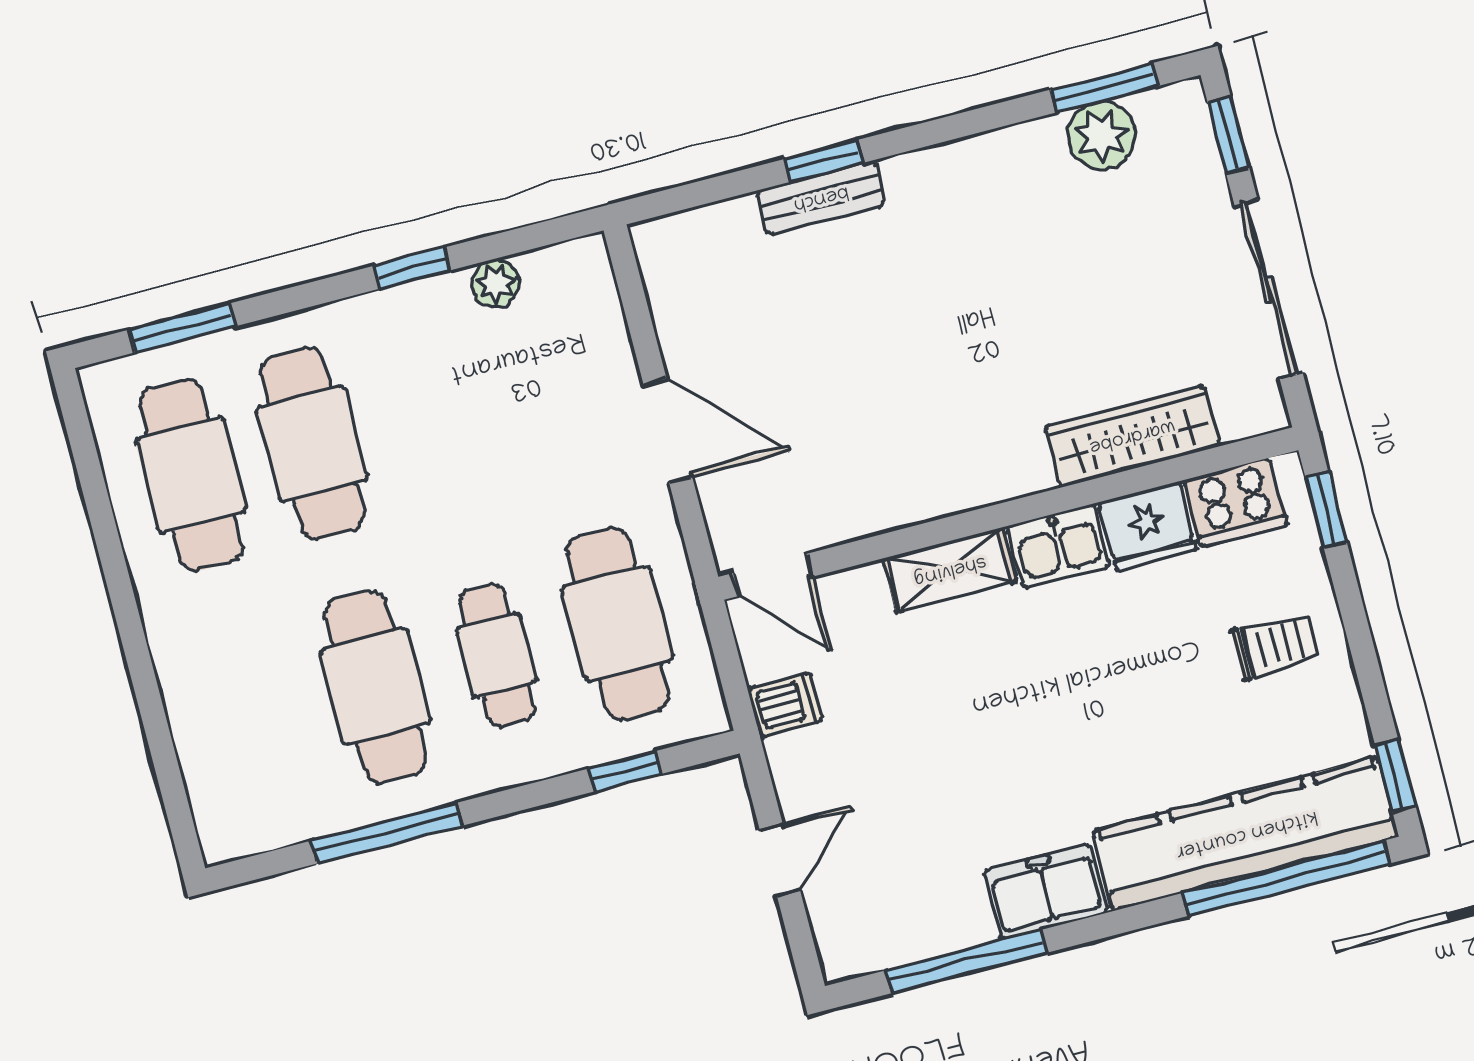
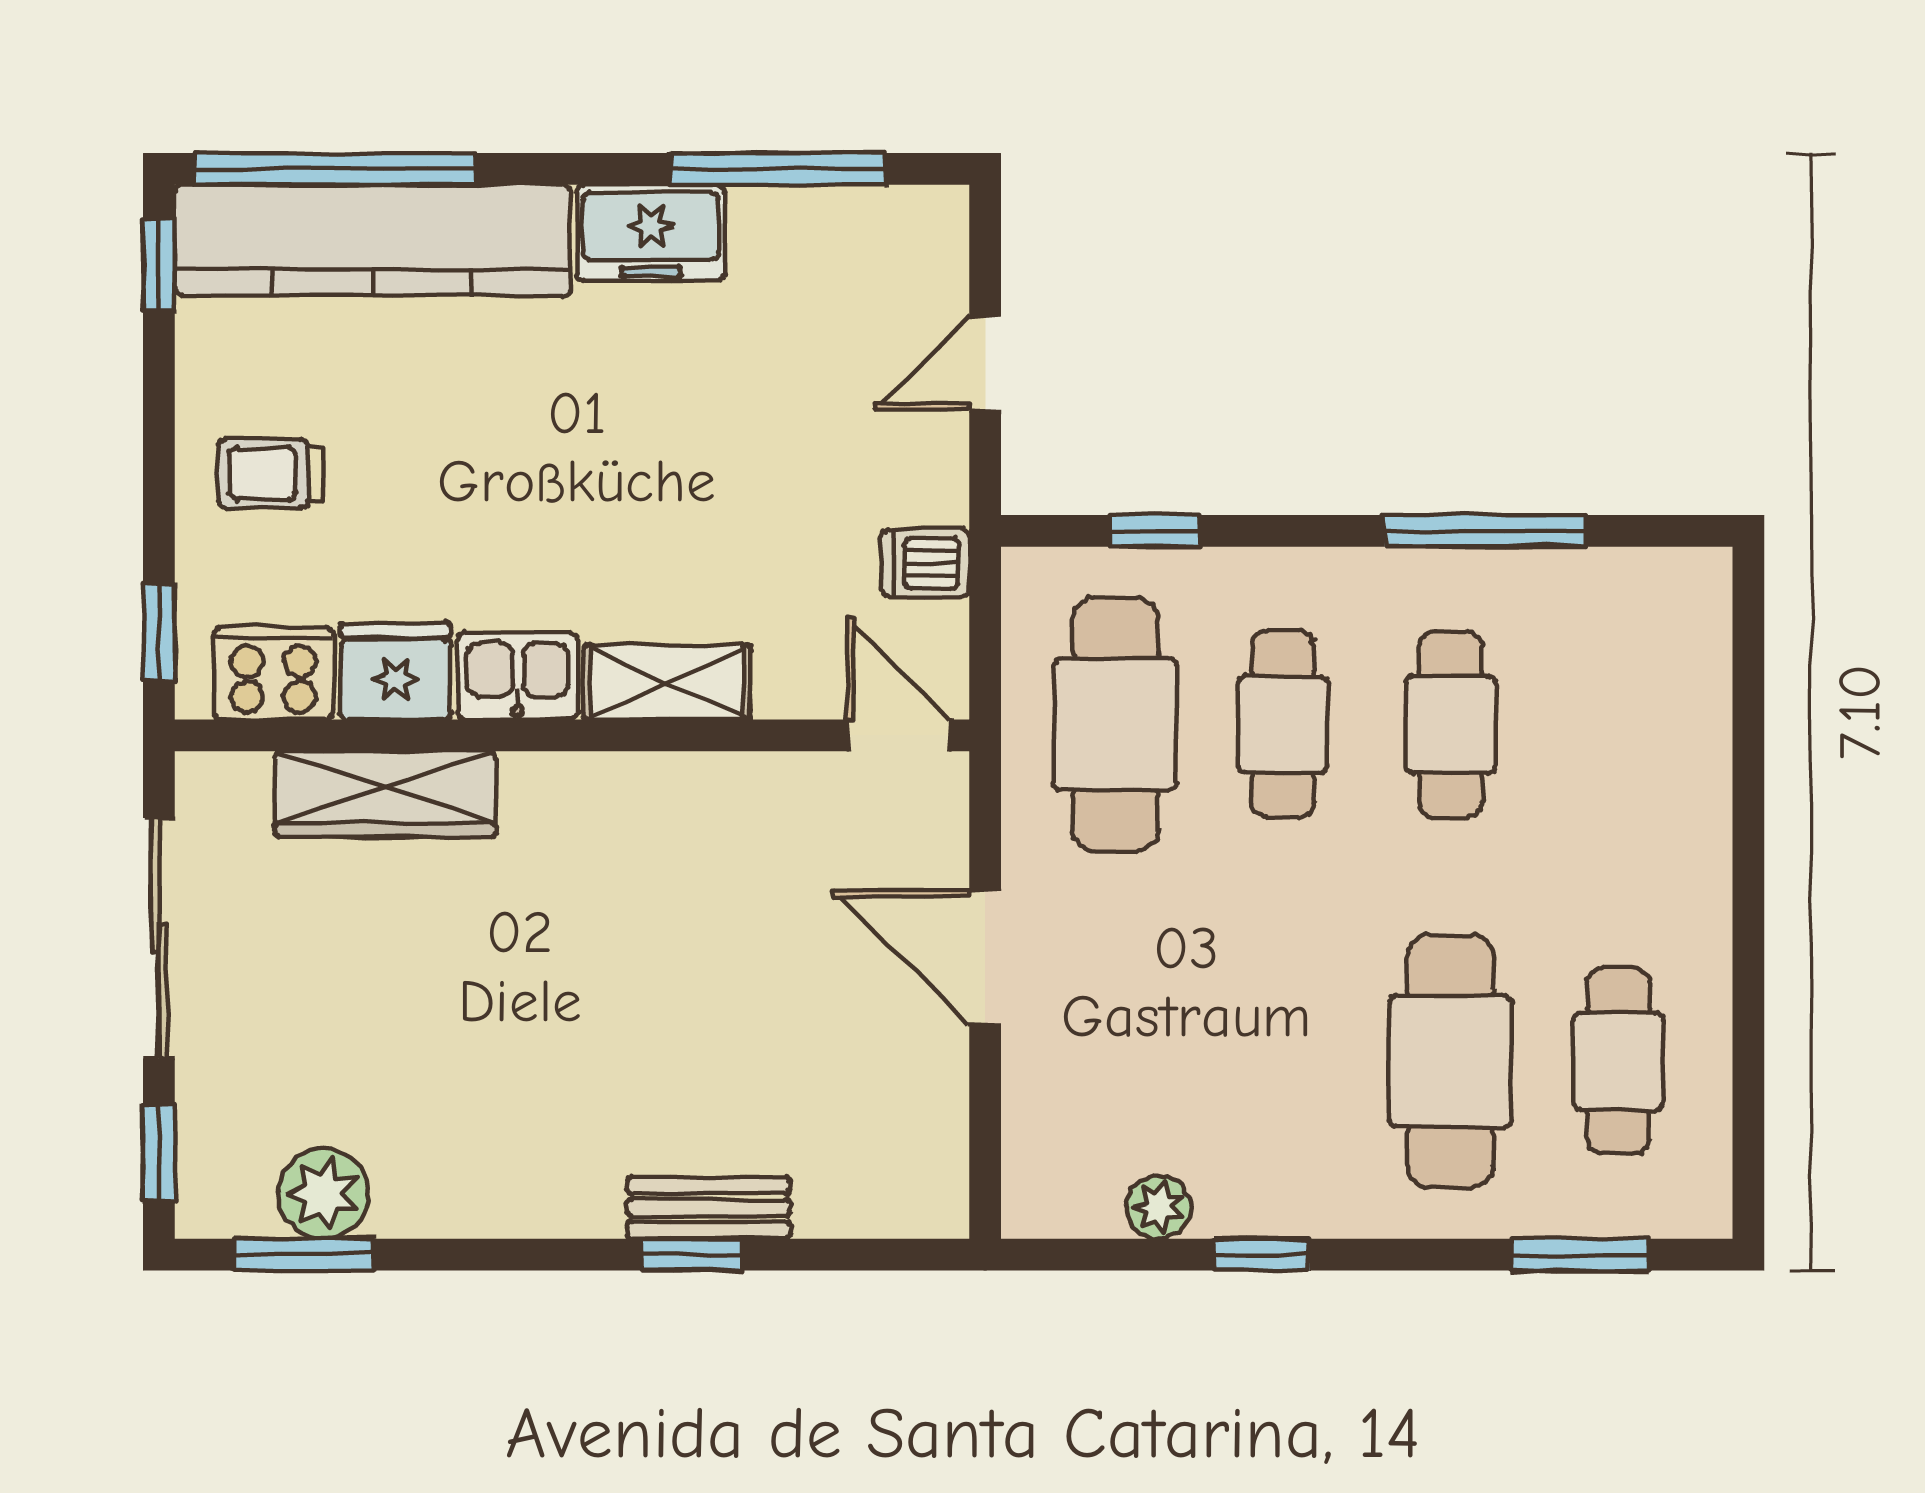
cafe table: (191, 475) -> (1618, 1061), width x0.73, depth x0.74
cafe table: (376, 687) -> (1451, 724), width x0.73, depth x0.74

